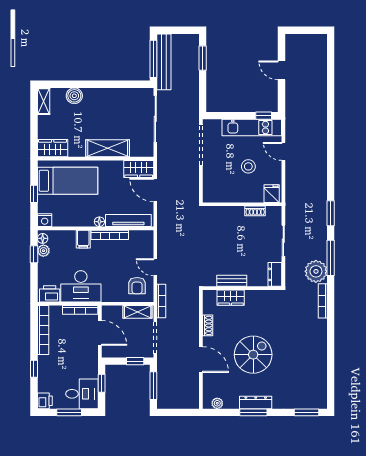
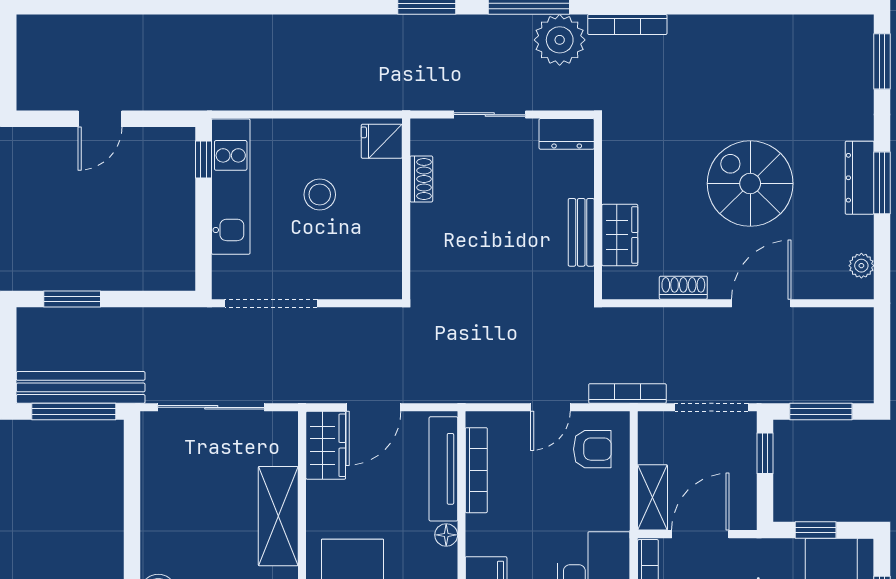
door: (283, 151) -> (285, 115), removed
bookcase: (110, 235) -> (476, 470), moved
shelving: (138, 312) -> (653, 497), moved

